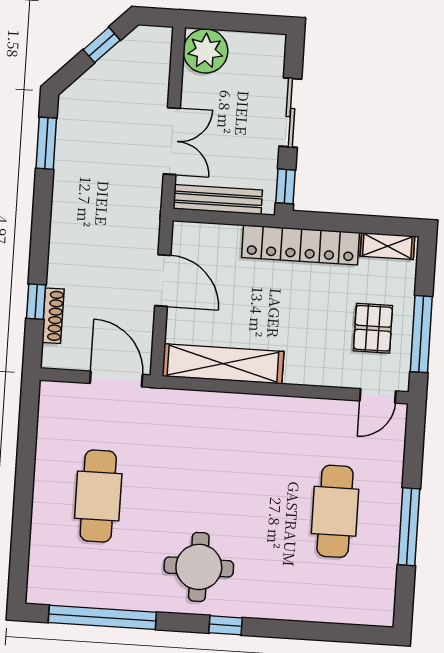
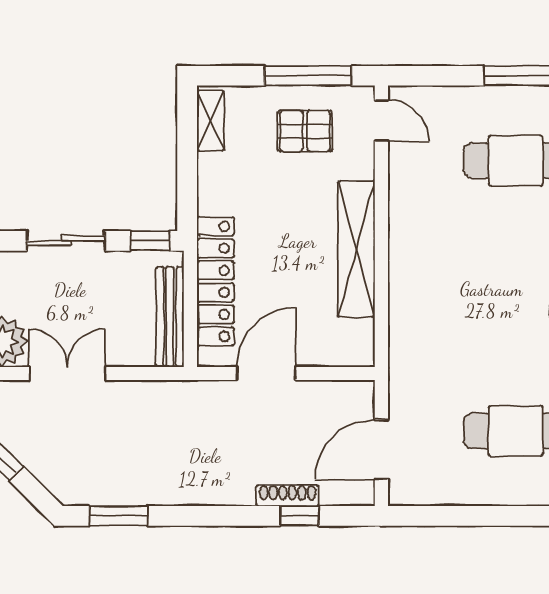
double door: (172, 141) -> (67, 373), moved
locker: (301, 245) -> (216, 281), moved
shoe rack: (53, 316) -> (288, 496), moved
shelving: (223, 364) -> (356, 249), moved
door: (116, 379) -> (381, 449), moved

